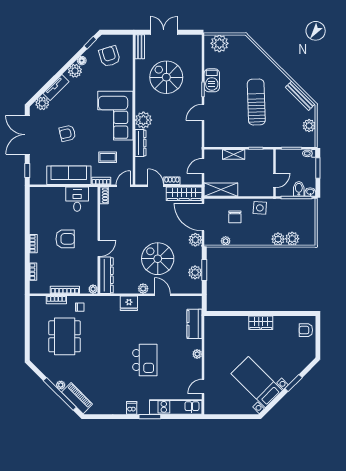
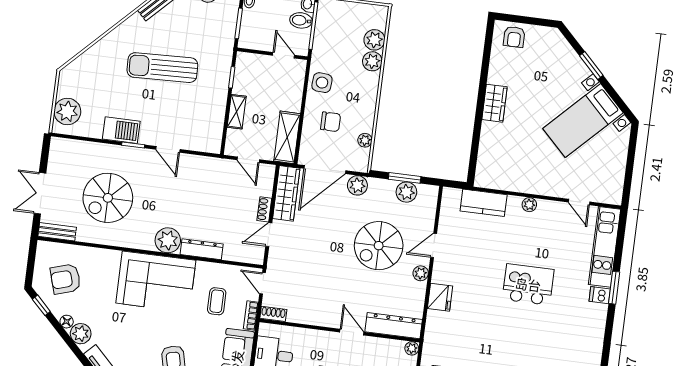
dishwasher: (132, 408) -> (600, 295), moved

